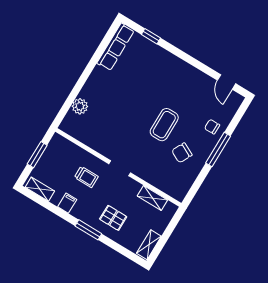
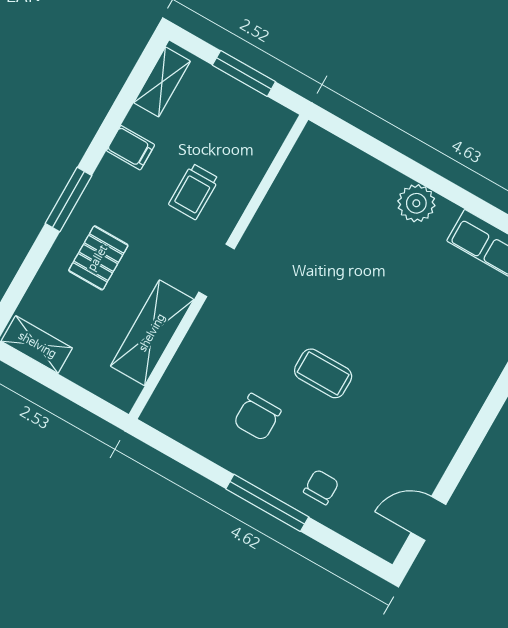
plant: (80, 106) -> (416, 203), moved
coffee table: (164, 125) -> (323, 373), width x0.73, depth x0.77
chair: (182, 153) -> (257, 417), turned -117
shelving: (152, 198) -> (152, 333), width x1.50, depth x1.33

